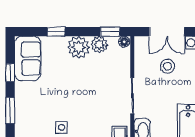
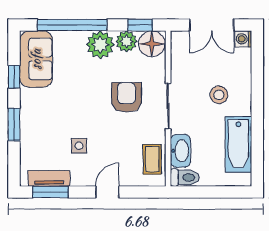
window: (56, 32) -> (72, 25), width x3.17
floor lamp: (124, 42) -> (152, 44), width x1.89, depth x1.89
stool: (167, 66) -> (219, 95), moved
armchair: (99, 89) -> (127, 97), added

